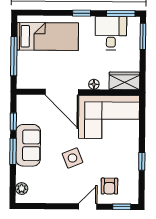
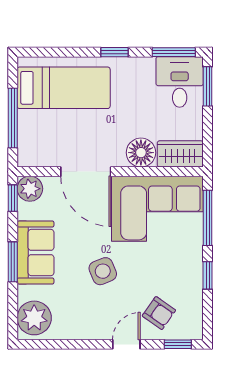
desk: (111, 33) -> (180, 82), moved
floor lamp: (94, 84) -> (141, 153), width x1.89, depth x1.89
plant: (25, 103) -> (30, 189), added
window: (13, 122) -> (13, 198), moved
window: (142, 123) -> (208, 218), added
armchair: (109, 186) -> (159, 313), turned -55
plant: (22, 189) -> (34, 318), width x1.87, depth x1.87

